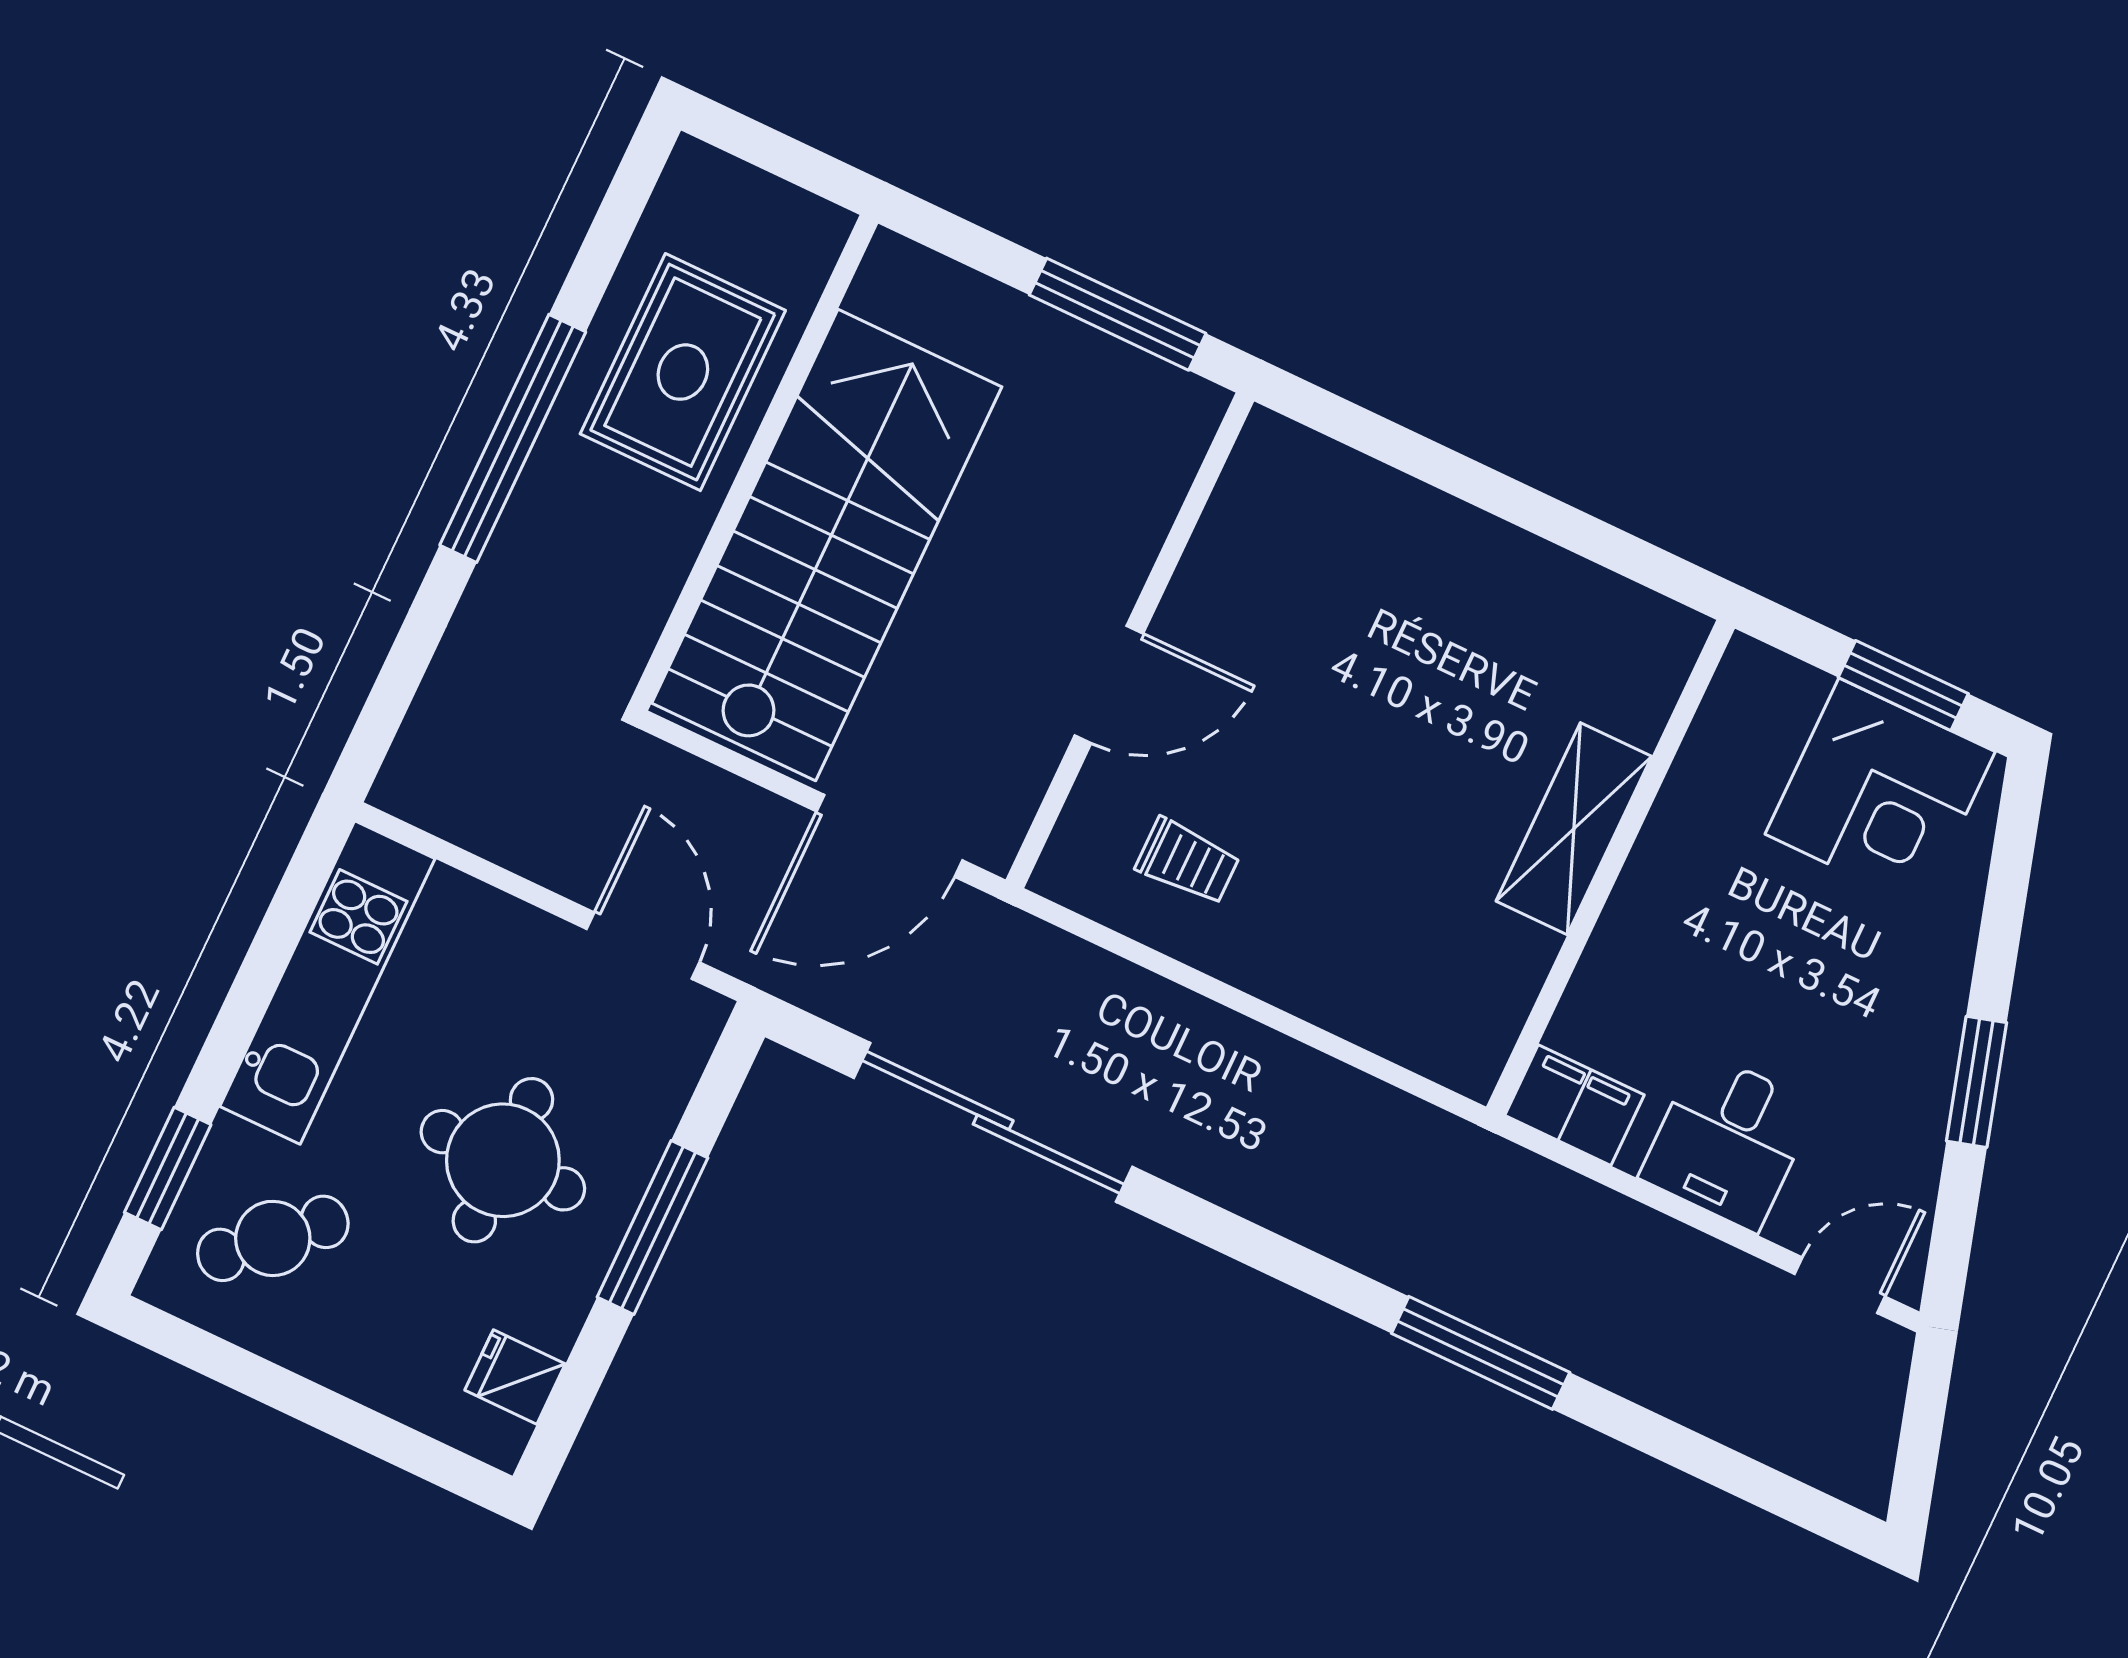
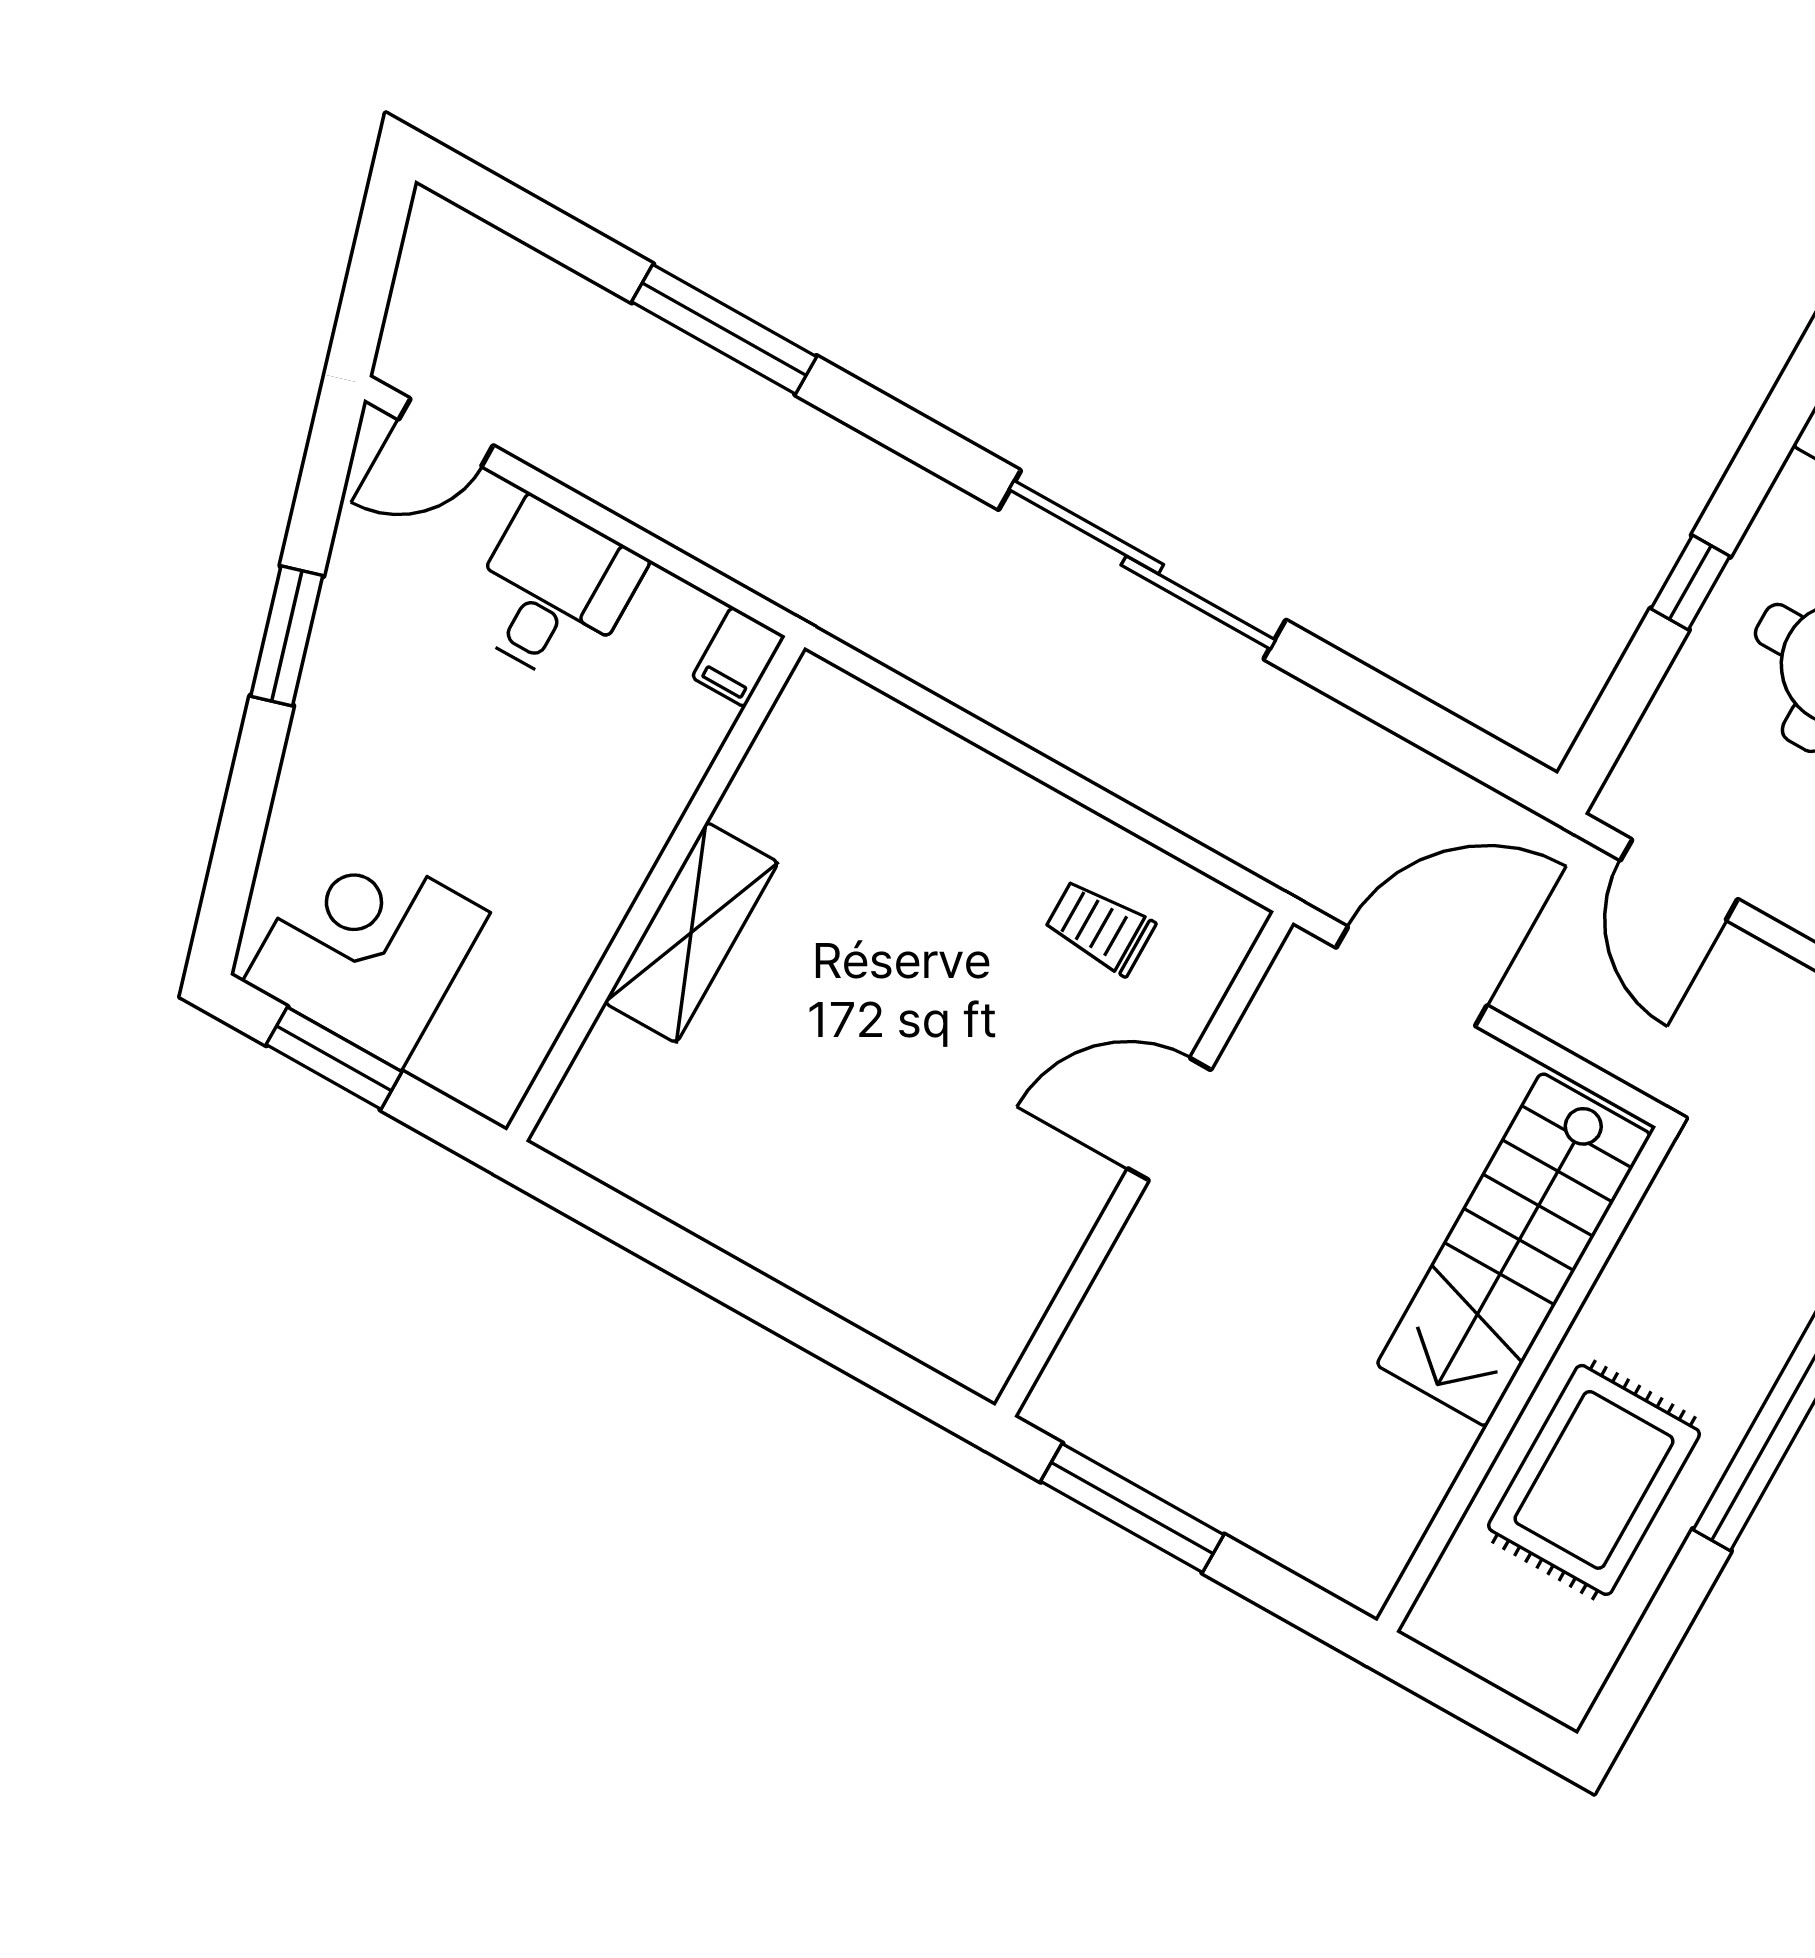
stairs: (827, 545) -> (1514, 1250), width x0.73, depth x0.66
filing cabinet: (1574, 1105) -> (738, 657), width x0.50
sliding door: (993, 1122) -> (1142, 565), moved
window: (652, 1228) -> (1690, 583), width x0.46
window: (1481, 1353) -> (724, 329), moved

